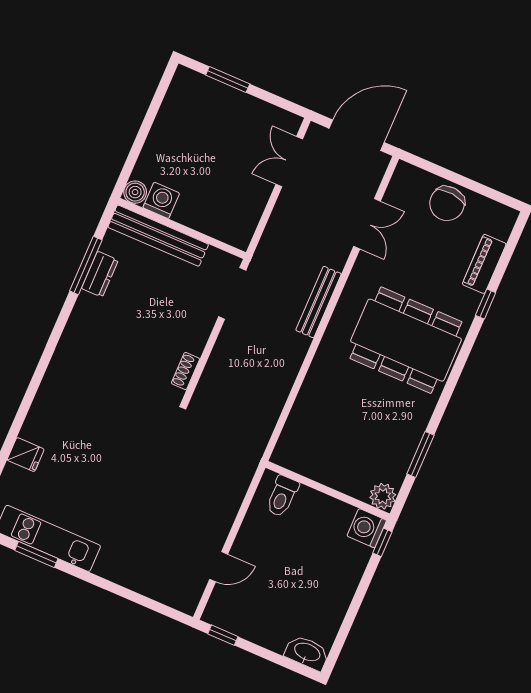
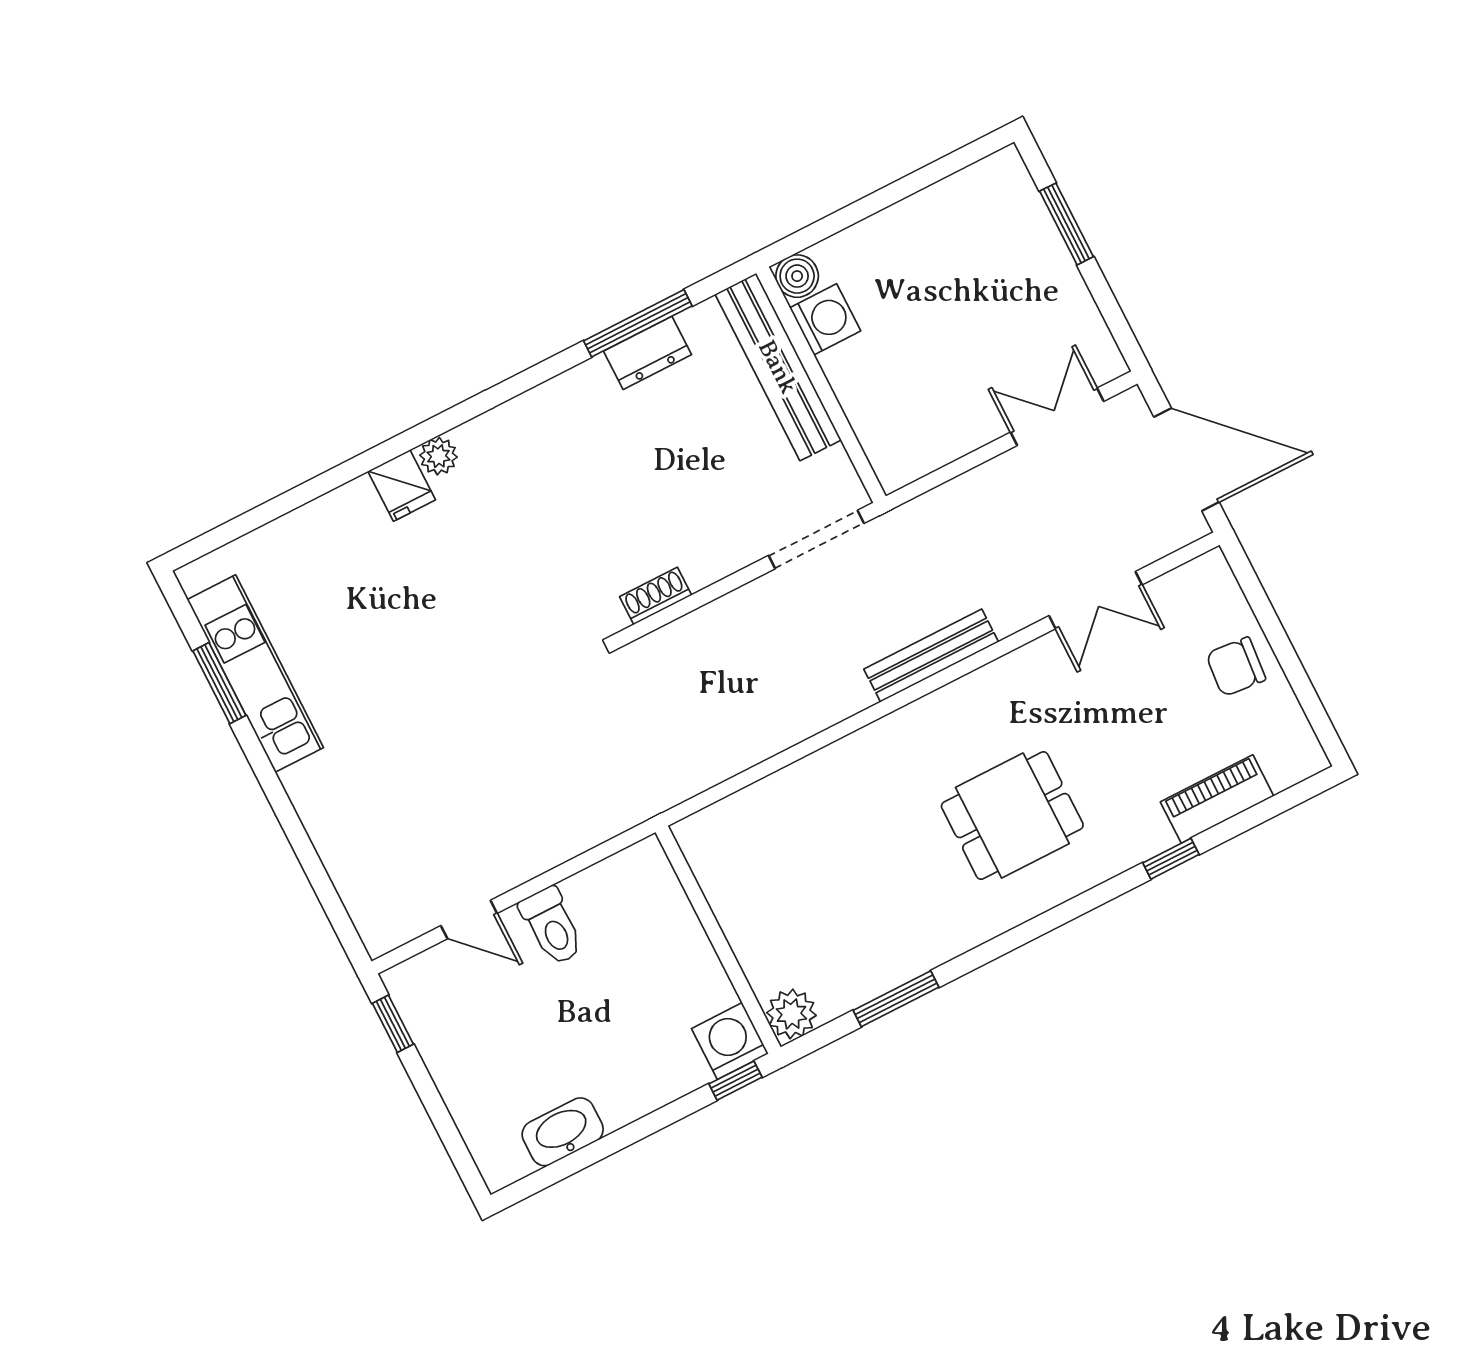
chair: (447, 203) -> (1236, 667), width x0.73, depth x0.73
dining table: (406, 340) -> (1012, 816), width x0.53, depth x0.80
plant: (49, 387) -> (438, 456), added
fridge: (26, 455) -> (402, 485), moved
toilet: (282, 496) -> (552, 926), moved, turned -90
washbasin: (307, 653) -> (563, 1132), moved, turned -90

